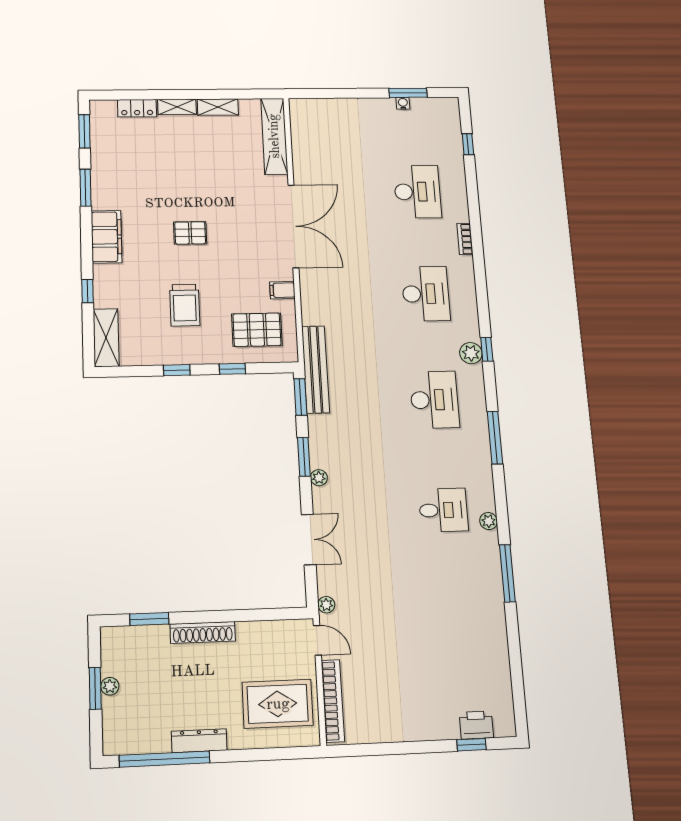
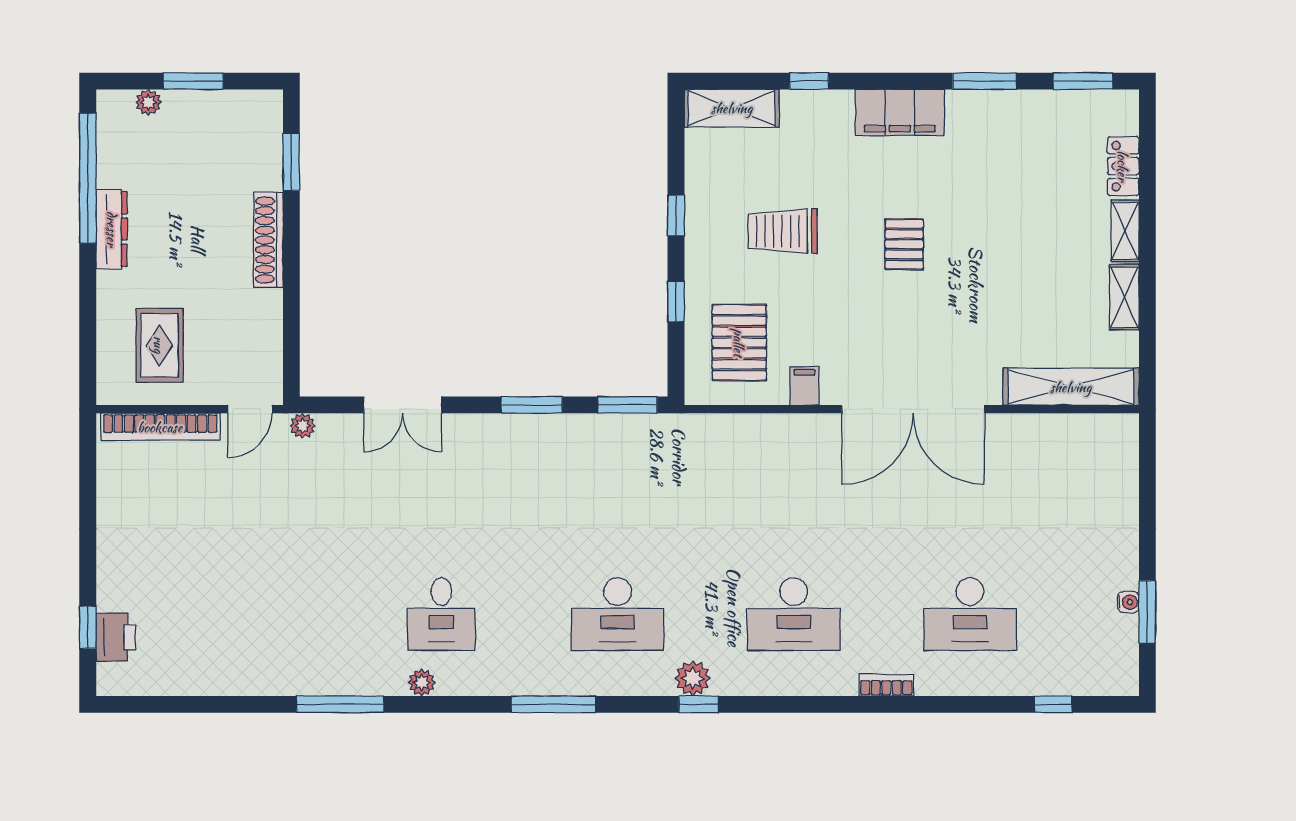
bench: (316, 369) -> (672, 431), removed
plant: (319, 478) -> (498, 426), removed
plant: (110, 686) -> (148, 102), moved
rug: (278, 704) -> (159, 345), width x0.73, depth x0.70

